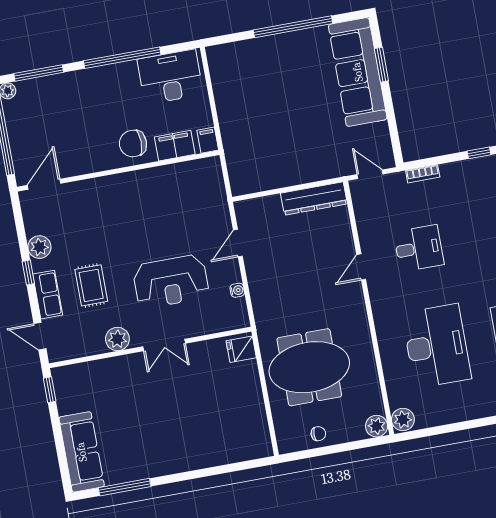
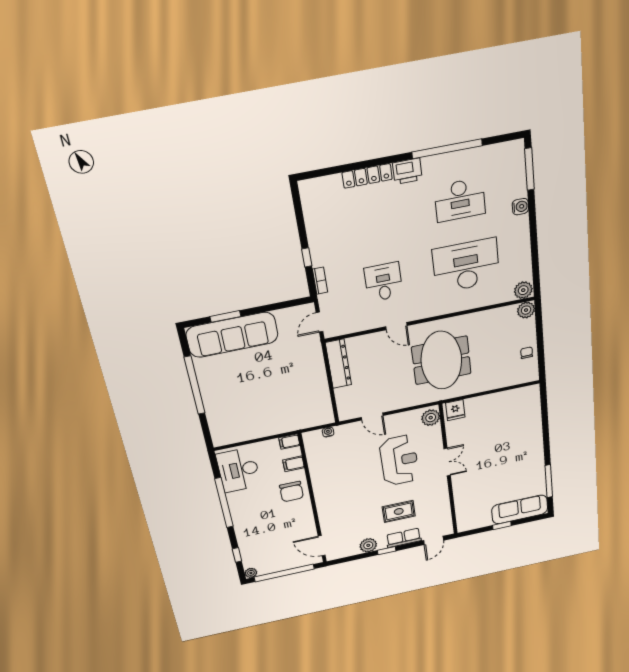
window: (39, 73) -> (237, 555), width x0.46
filing cabinet: (175, 146) -> (293, 464), width x0.50
window: (479, 153) -> (307, 257), moved
water cooler: (237, 290) -> (328, 432), moved
plant: (117, 339) -> (431, 418), moved
meeting table: (309, 367) -> (441, 360), moved
window: (50, 390) -> (502, 526), moved

